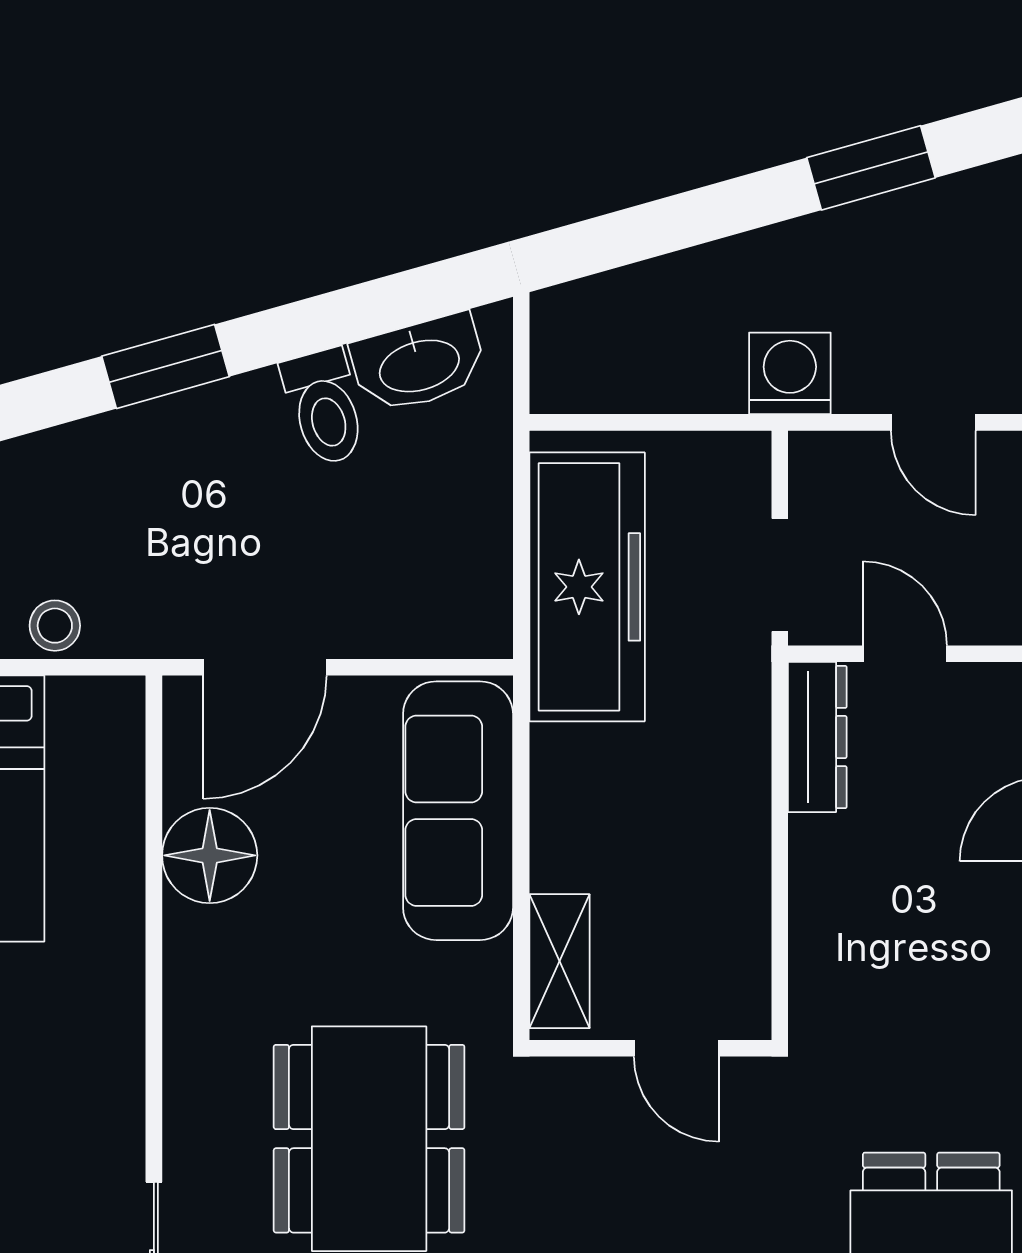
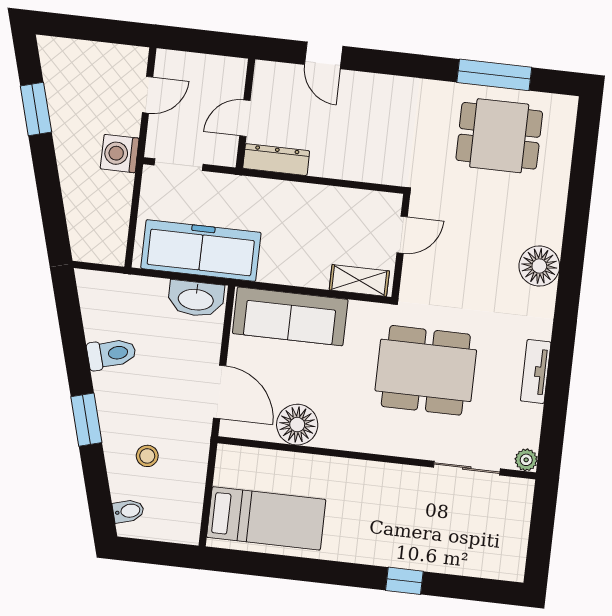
washbasin: (419, 364) -> (196, 299), moved, turned 106
doorway: (780, 575) -> (179, 165), moved
stool: (55, 626) -> (147, 456), moved

